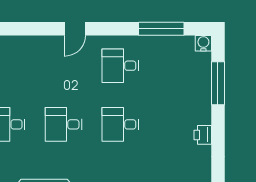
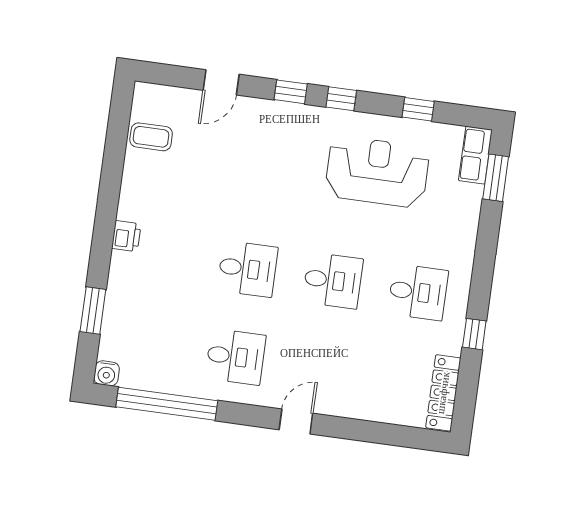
window: (161, 29) -> (167, 404), width x1.46
window: (218, 83) -> (93, 310), width x0.69

